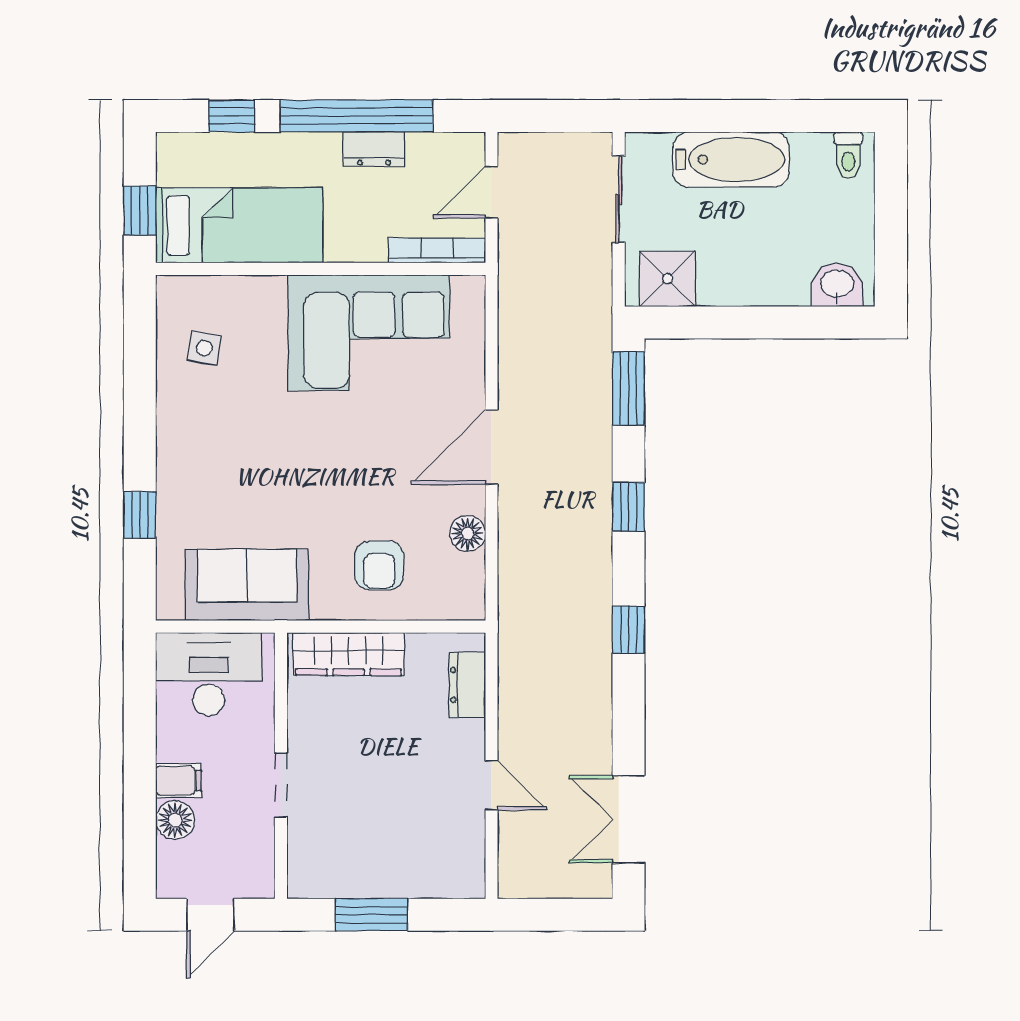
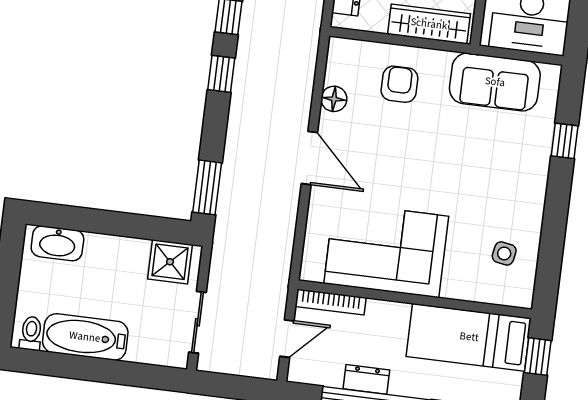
bathtub: (731, 159) -> (85, 337), moved
washbasin: (837, 285) -> (57, 243), width x1.38
door: (491, 447) -> (309, 158), hinge flipped
window: (629, 507) -> (221, 74), moved

